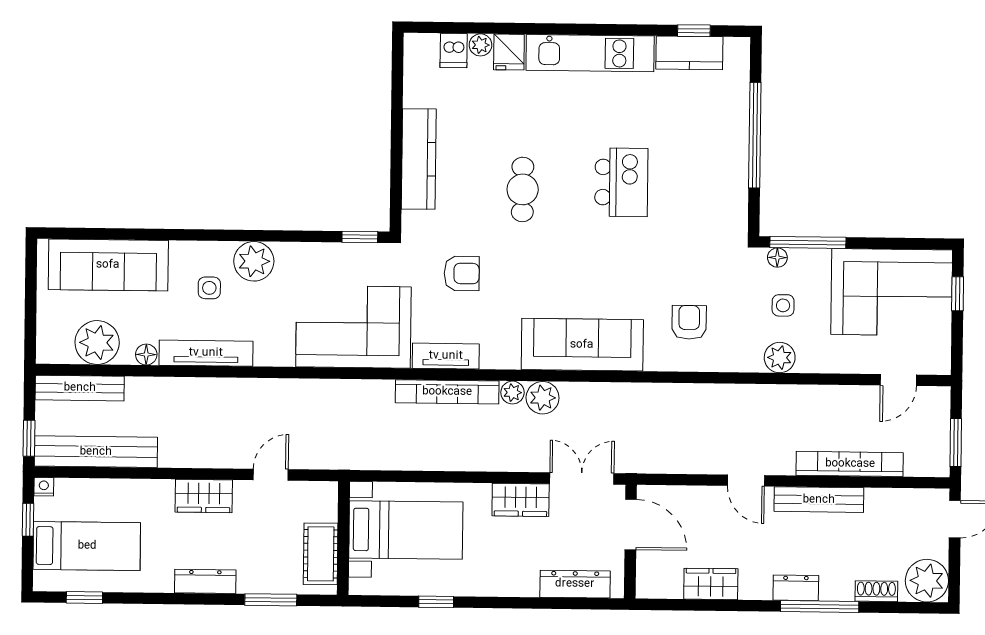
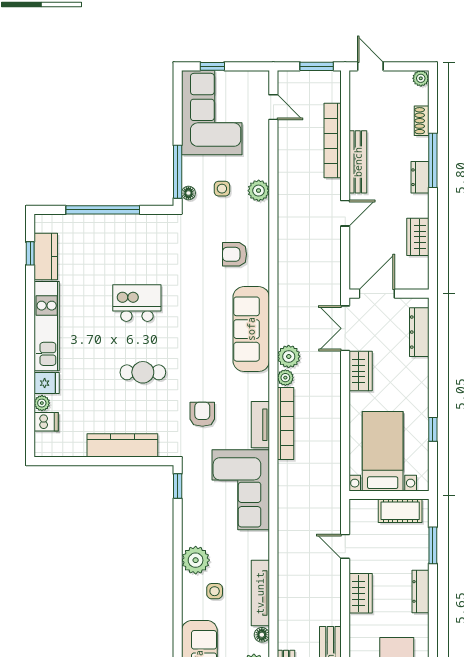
plant: (927, 581) -> (421, 78), width x0.53, depth x0.53

